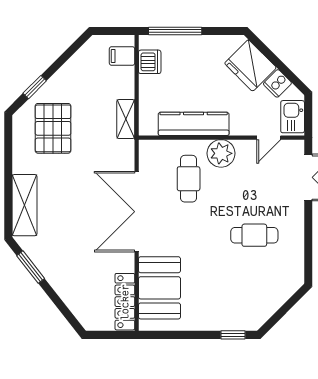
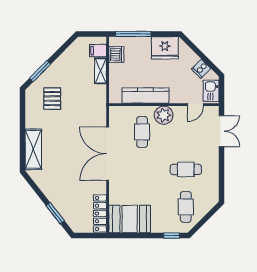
fridge: (250, 65) -> (165, 48), moved, turned -45
window: (35, 87) -> (40, 71), width x1.50
shelving: (126, 119) -> (100, 71), moved
pallet: (53, 128) -> (52, 99), width x0.67, depth x0.71
window: (31, 267) -> (55, 213), moved
booth: (159, 288) -> (130, 219), moved, turned 90
cafe table: (254, 292) -> (186, 207), added

